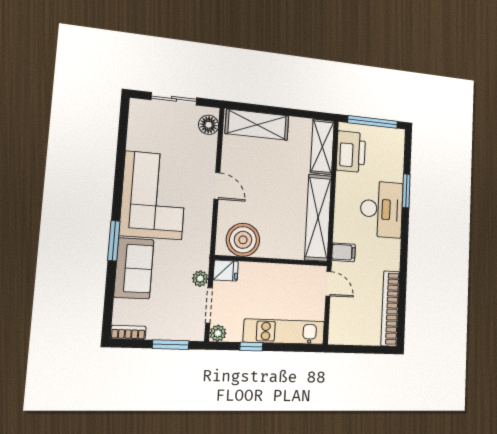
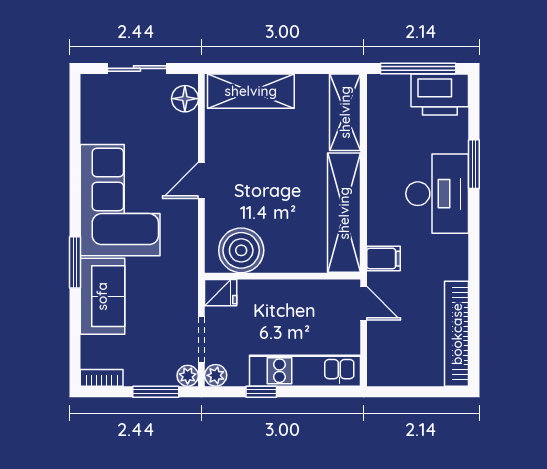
printer: (351, 152) -> (440, 94), moved, turned 90
door: (217, 186) -> (201, 180), swing flipped
plant: (200, 279) -> (188, 376), moved

